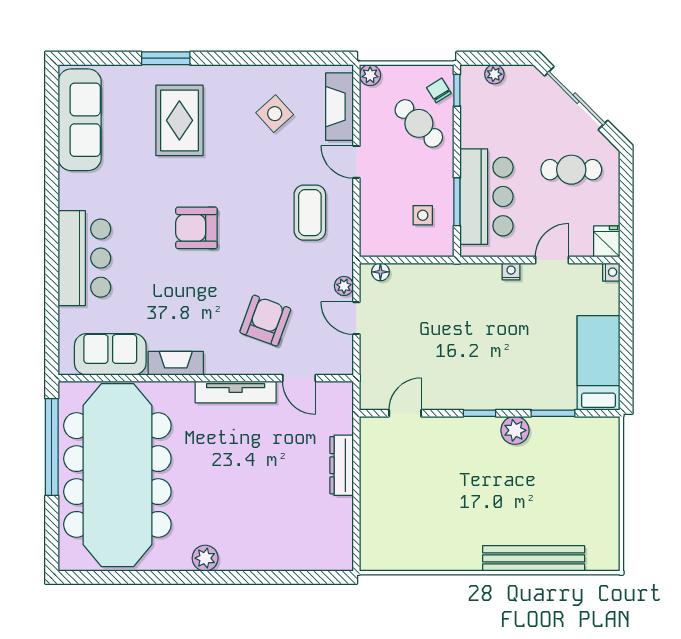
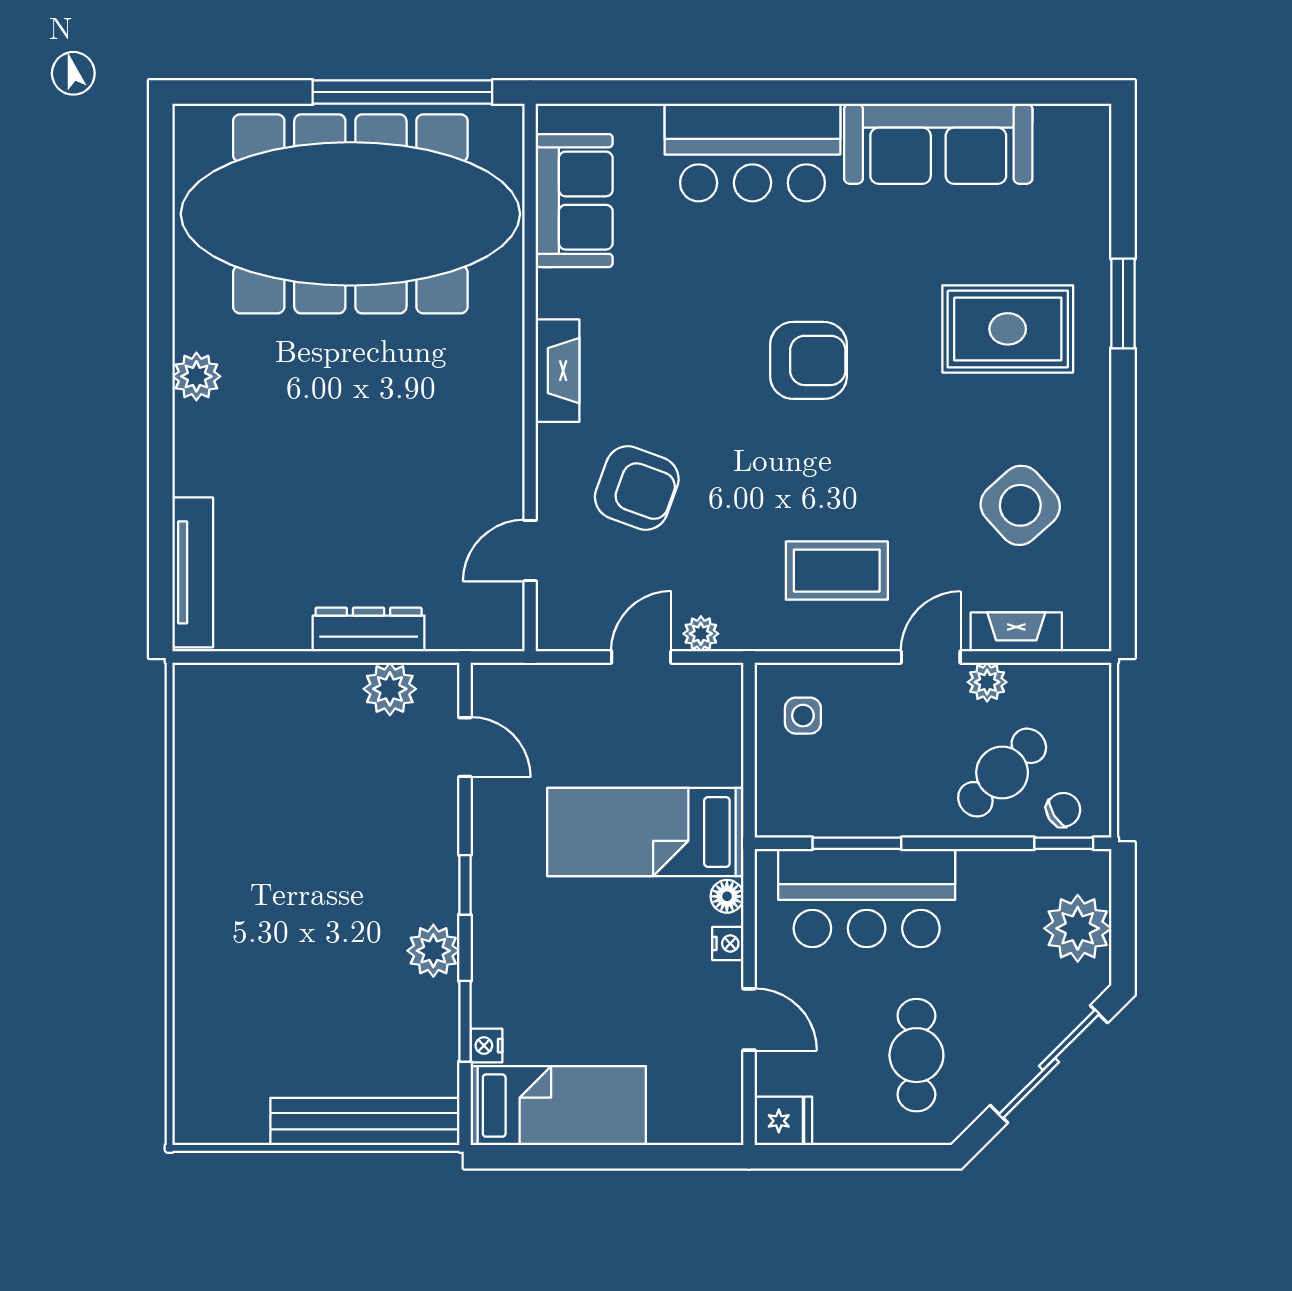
plant: (494, 74) -> (1078, 928), width x1.88, depth x1.88
plant: (370, 75) -> (987, 682), moved
fireplace: (340, 107) -> (1016, 632), width x0.73, depth x0.76
side table: (275, 114) -> (1020, 505), width x1.37, depth x1.37
sofa: (80, 120) -> (938, 144), moved
side table: (423, 215) -> (803, 716), moved
armchair: (196, 228) -> (809, 360), turned 90
floor lamp: (380, 272) -> (727, 896), moved
nightstand: (611, 272) -> (486, 1046), moved, turned 90
bed: (451, 316) -> (645, 832), added
fireplace: (176, 363) -> (558, 371), moved
tv unit: (236, 392) -> (193, 572), moved, turned 180
plant: (374, 454) -> (390, 689), added
bench: (534, 558) -> (365, 1121), moved, turned 90

